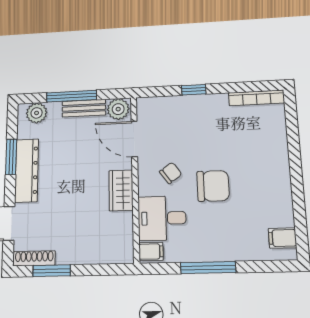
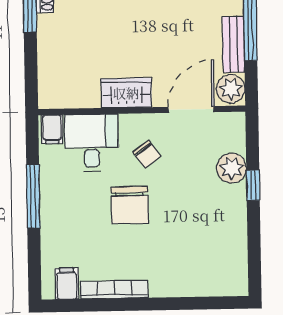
bookcase: (256, 98) -> (114, 290), moved, turned 90
plant: (181, 106) -> (231, 168), added

